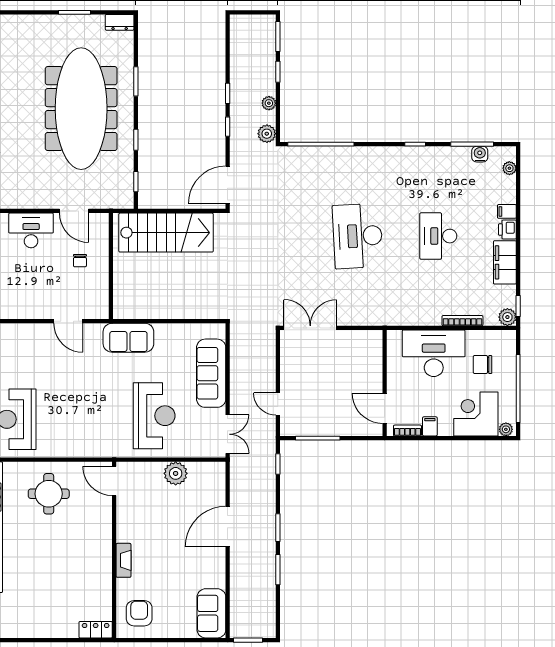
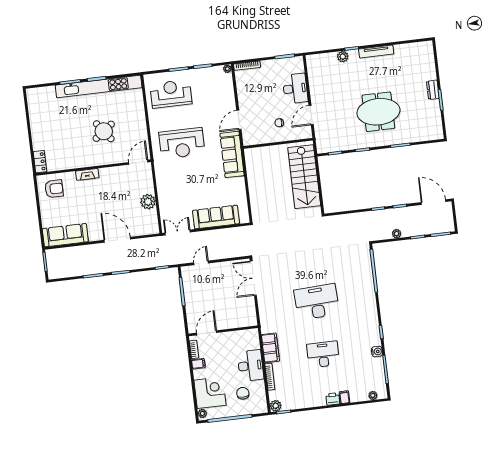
dresser: (120, 22) -> (433, 90), moved
meeting table: (81, 109) -> (378, 112), width x0.54, depth x0.79
plant: (267, 134) -> (376, 235), removed
water cooler: (480, 154) -> (377, 352), moved
door: (228, 185) -> (434, 202), moved
filing cabinet: (505, 262) -> (270, 348), moved, turned 90
double door: (310, 328) -> (253, 278), swing flipped
sofa: (128, 338) -> (232, 154), width x1.36
desk: (434, 353) -> (251, 366), width x0.73, depth x0.77
reception desk: (154, 416) -> (182, 143), moved
double door: (228, 434) -> (178, 233), swing flipped
round table: (49, 494) -> (104, 131), moved, turned -37
sofa: (211, 613) -> (65, 235), width x1.36

